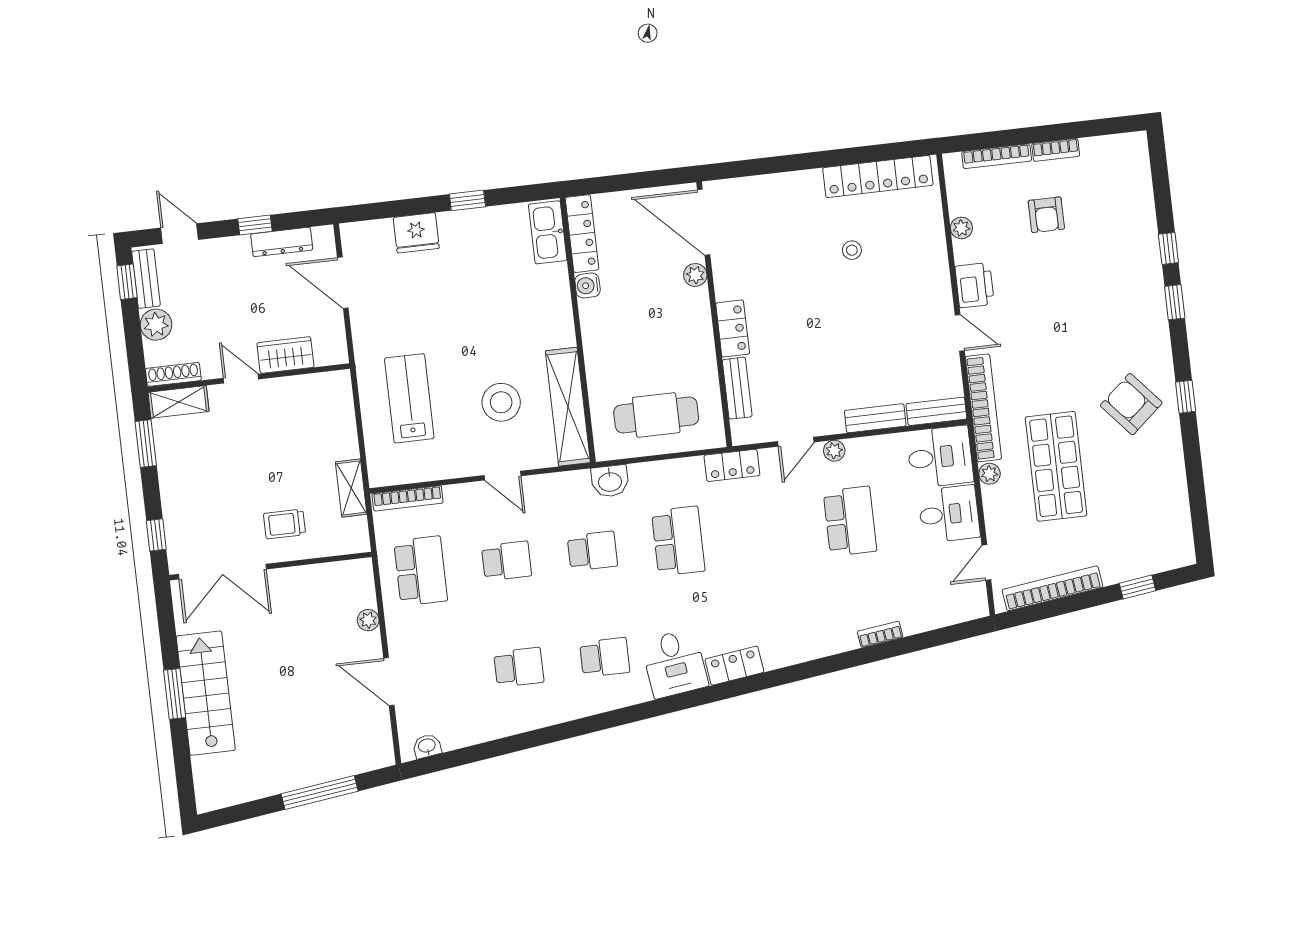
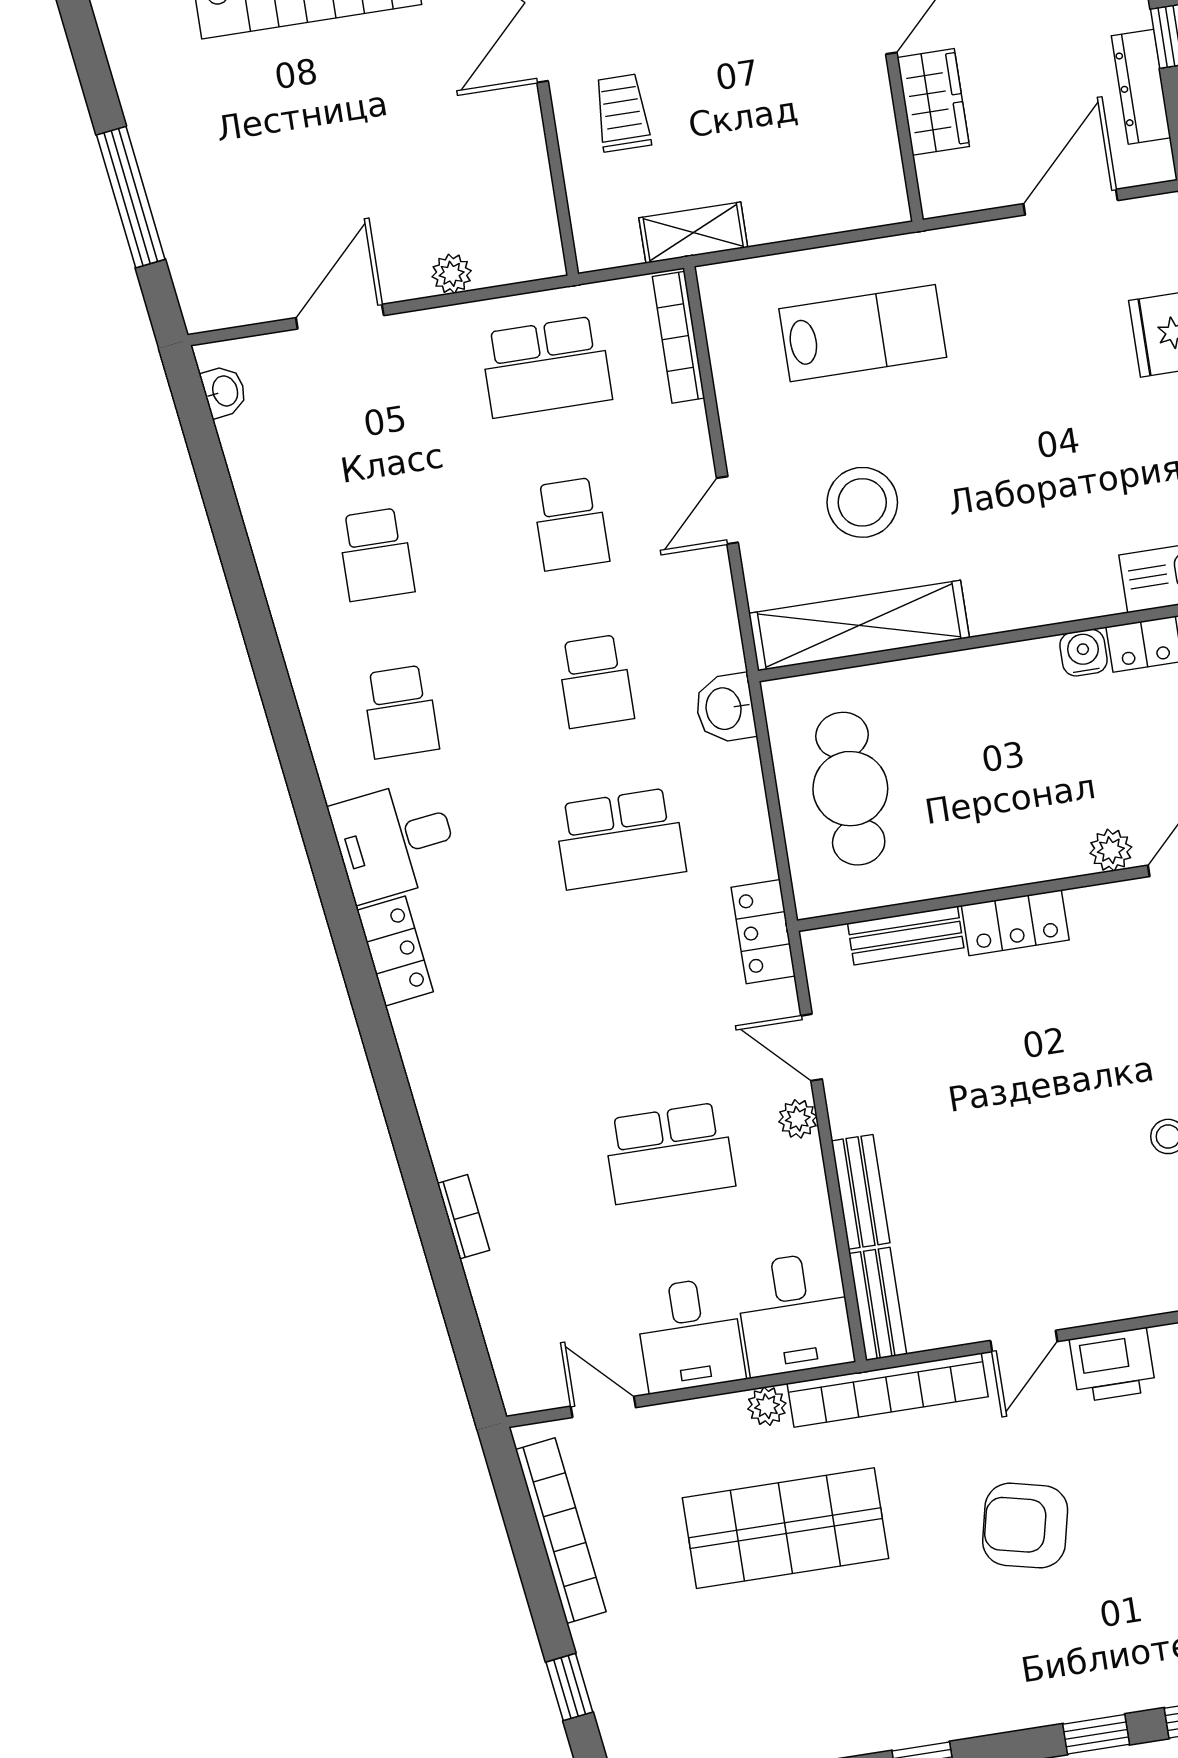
armchair: (1131, 404) -> (1025, 1526), moved, turned -126

